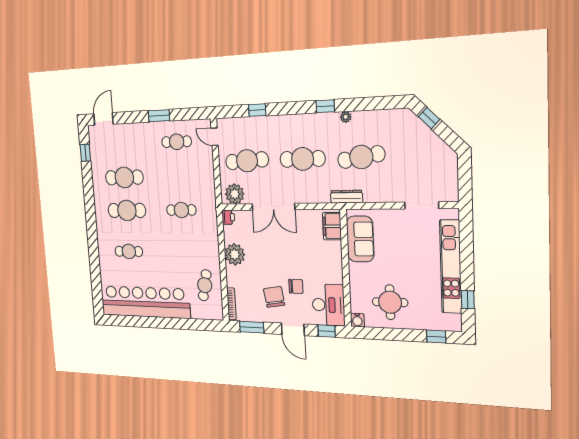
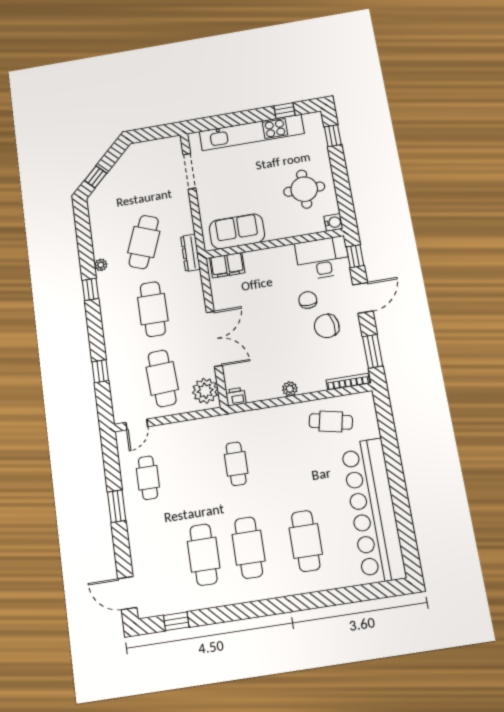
cafe table: (361, 157) -> (144, 242), turned 30
cafe table: (129, 251) -> (306, 541), width x1.37, depth x1.35
plant: (235, 254) -> (290, 389), width x0.53, depth x0.53

